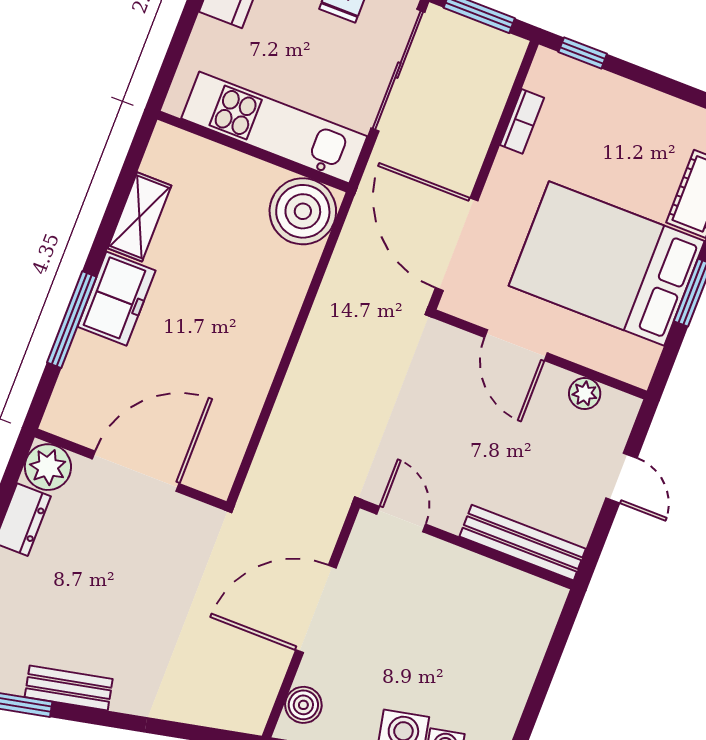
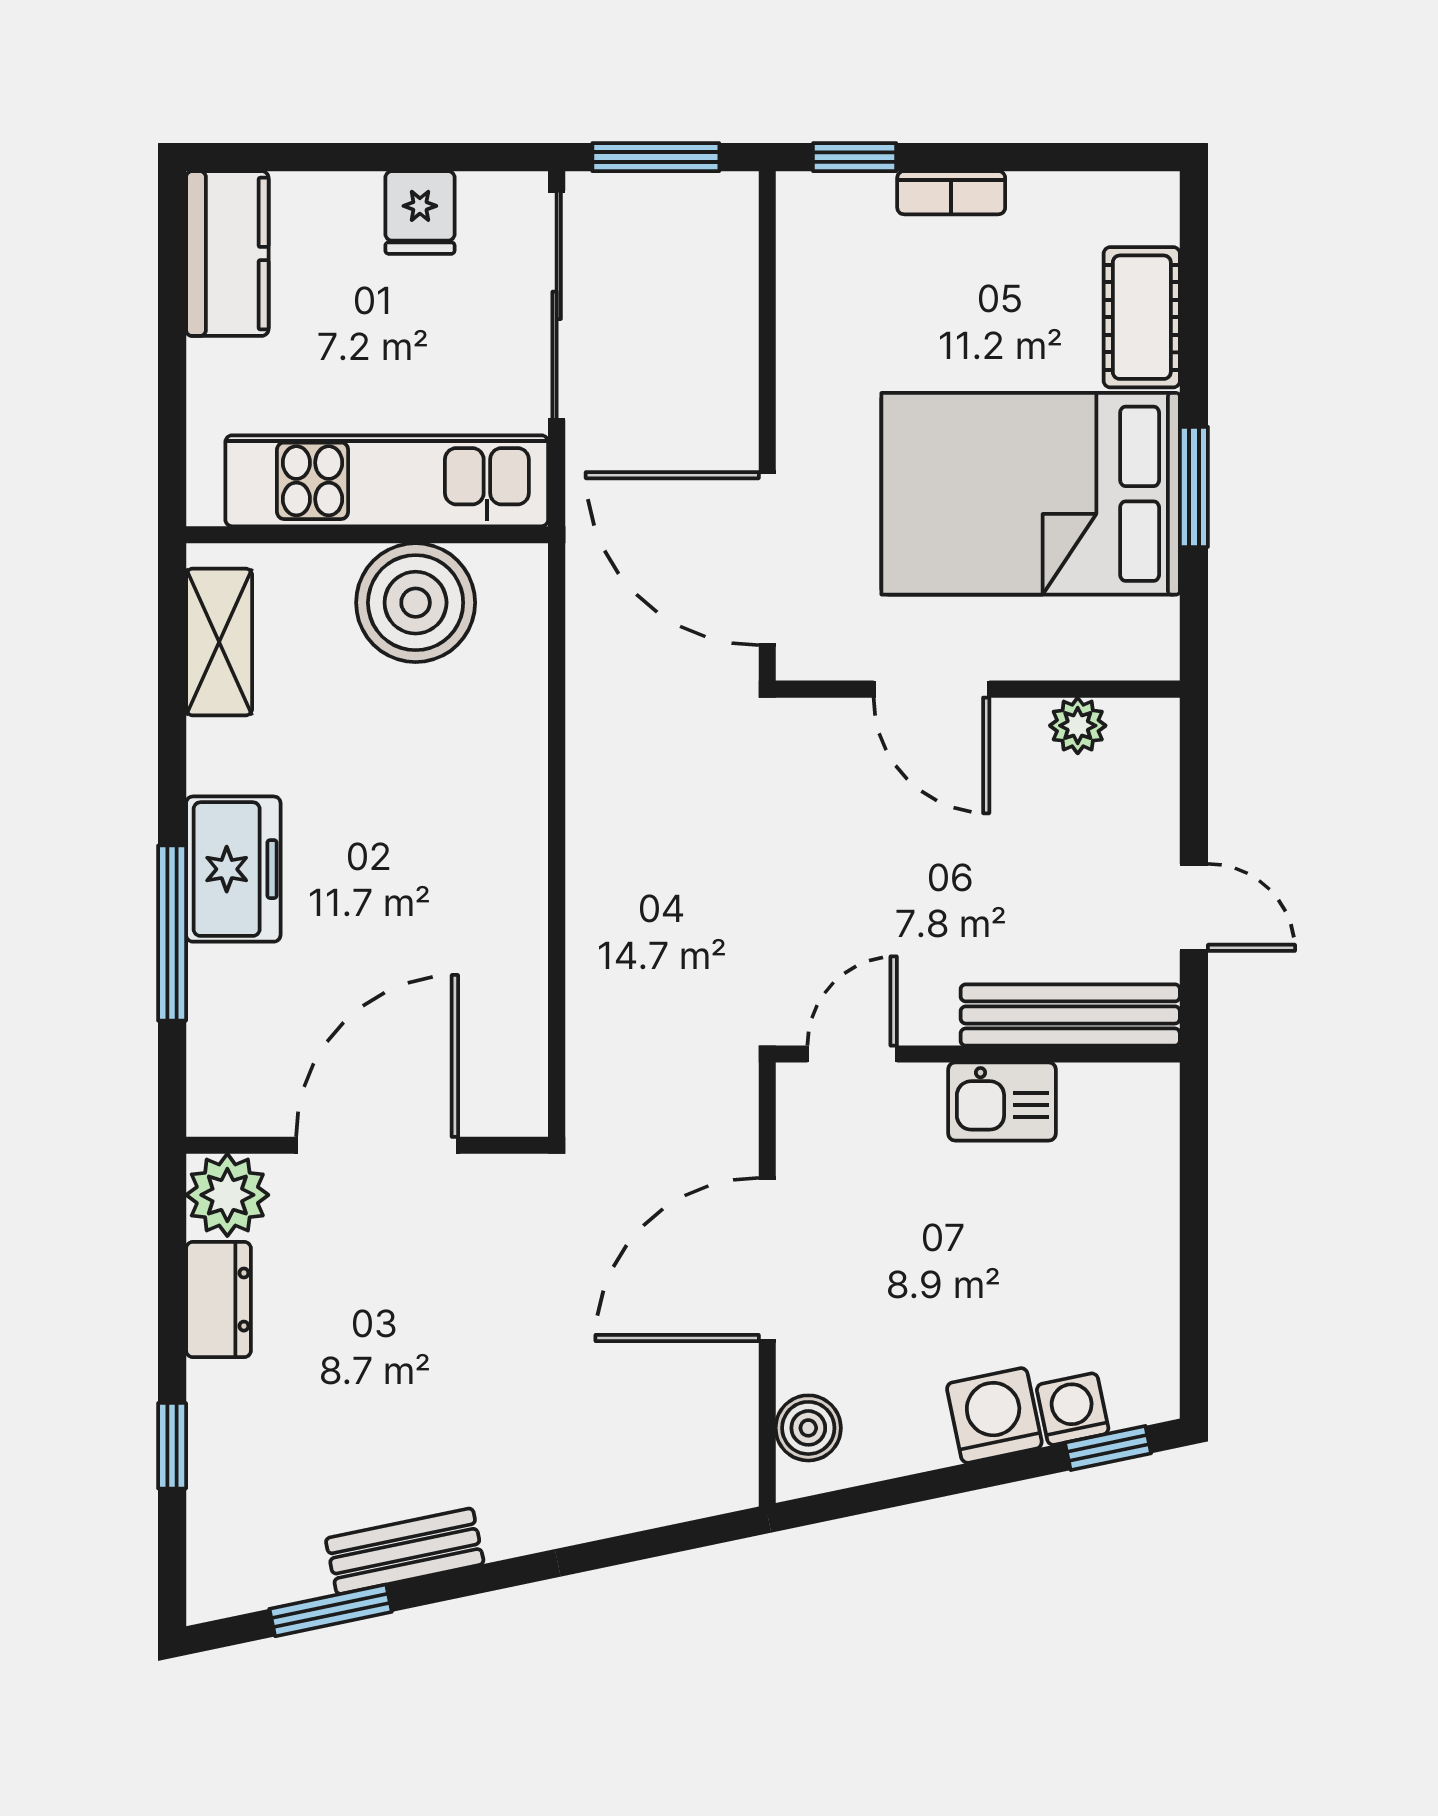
bookcase: (522, 121) -> (951, 193), moved, turned 90
boiler: (303, 211) -> (416, 603), moved
shelving: (139, 217) -> (219, 642), moved
door: (621, 478) -> (1194, 907), moved
door: (401, 519) -> (852, 1054), hinge flipped
kitchen sink: (470, 574) -> (1002, 1102), added

